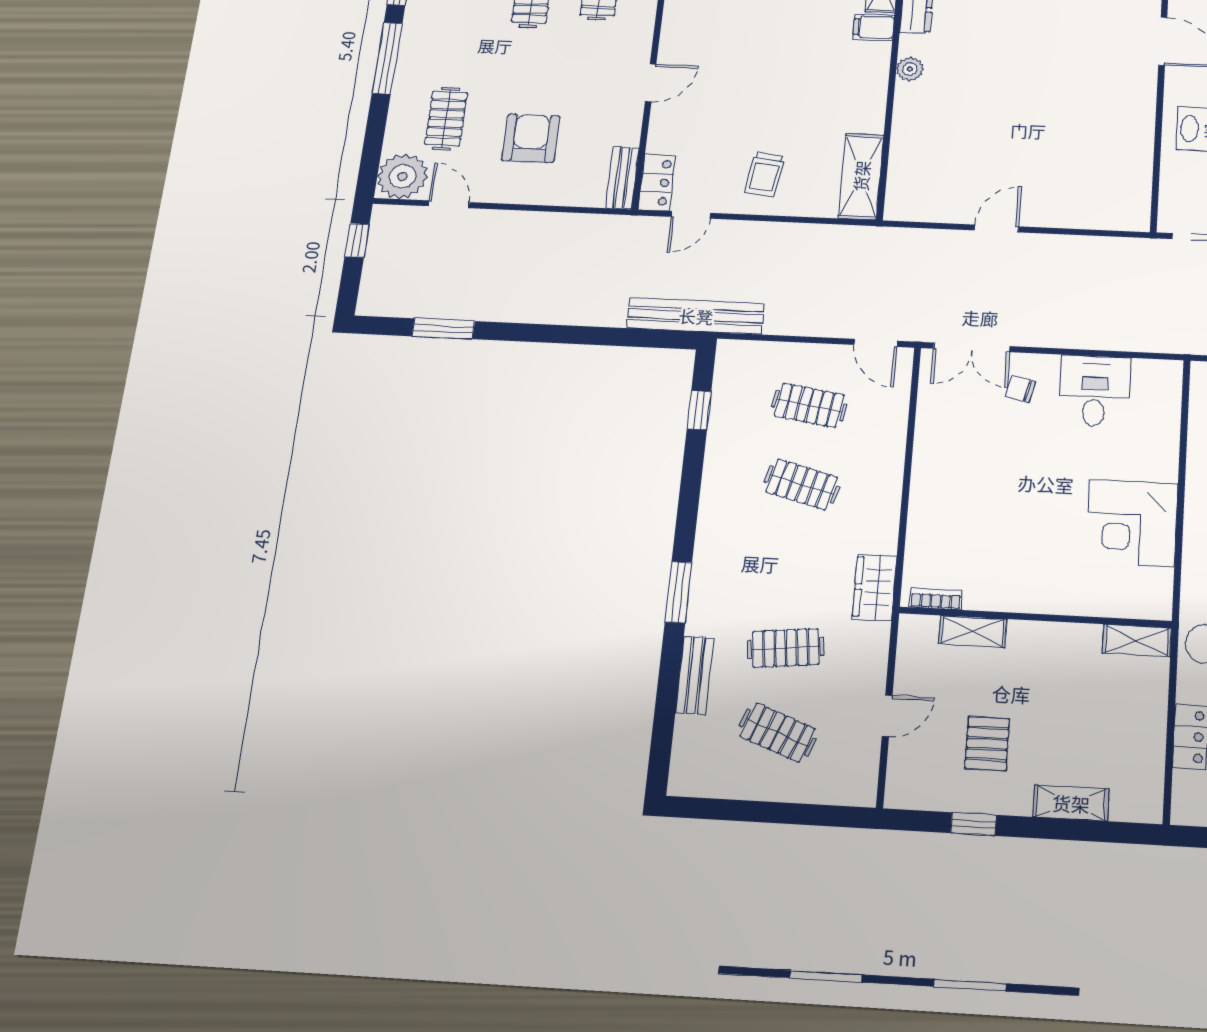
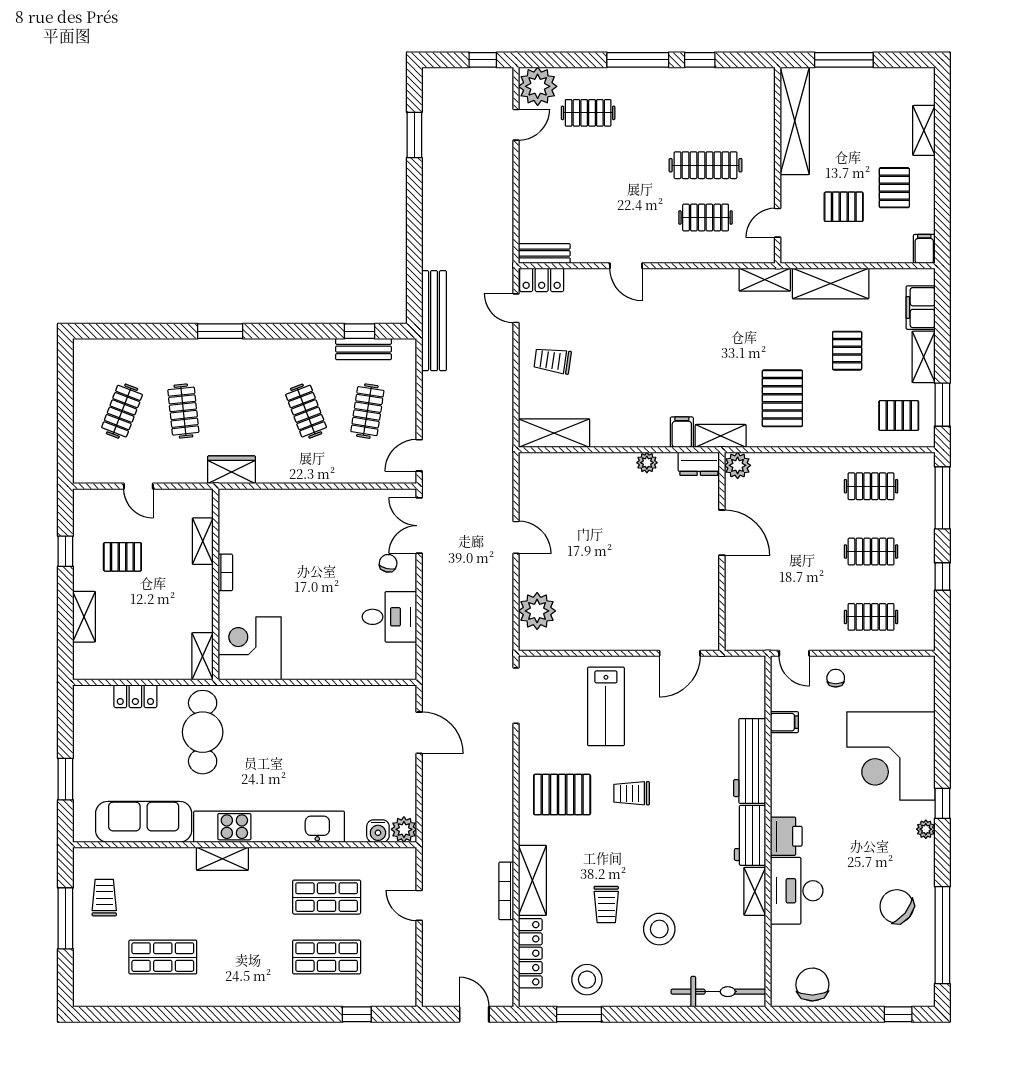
armchair: (531, 138) -> (574, 180), removed
plant: (1097, 207) -> (537, 611), added
clothes rail: (802, 484) -> (306, 411), turned -36
corner desk: (1132, 523) -> (250, 648), moved
bookcase: (936, 599) -> (225, 572), moved
bench: (695, 675) -> (363, 349), moved

